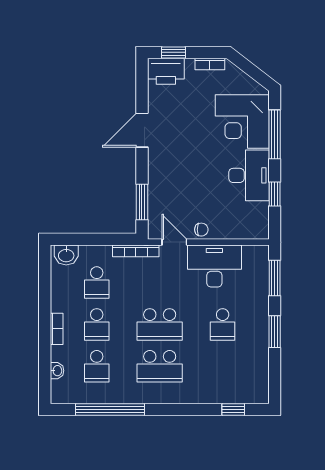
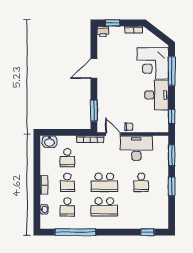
printer: (166, 71) -> (103, 31), width x0.53, depth x0.68
window: (275, 194) -> (172, 116), moved

